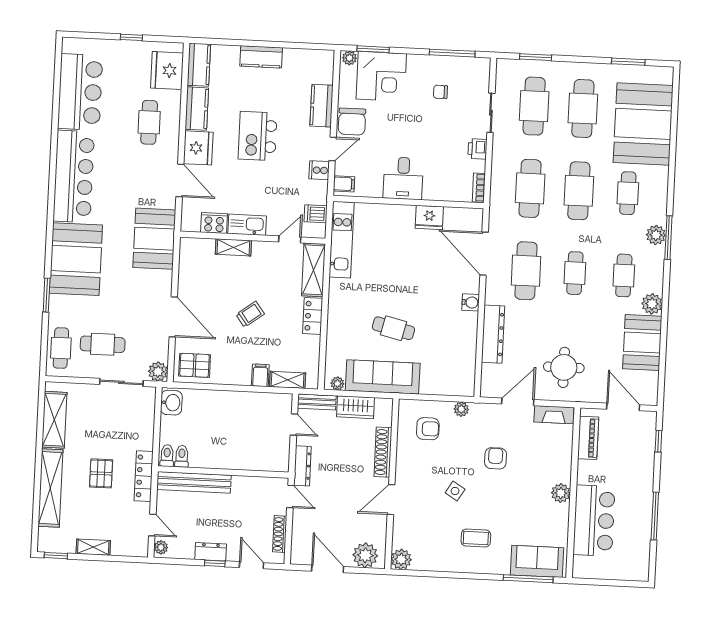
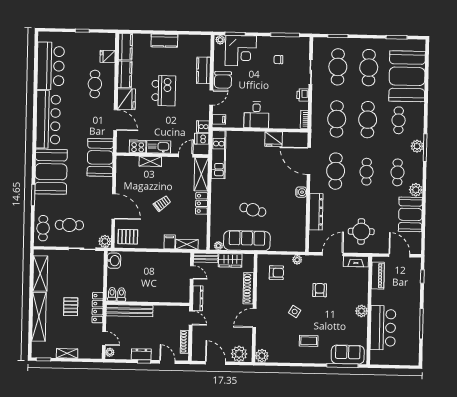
fridge: (167, 70) -> (108, 56), width x0.53, depth x0.75
kitchen island: (258, 136) -> (164, 91), turned 180
cooker: (319, 170) -> (203, 127), moved

